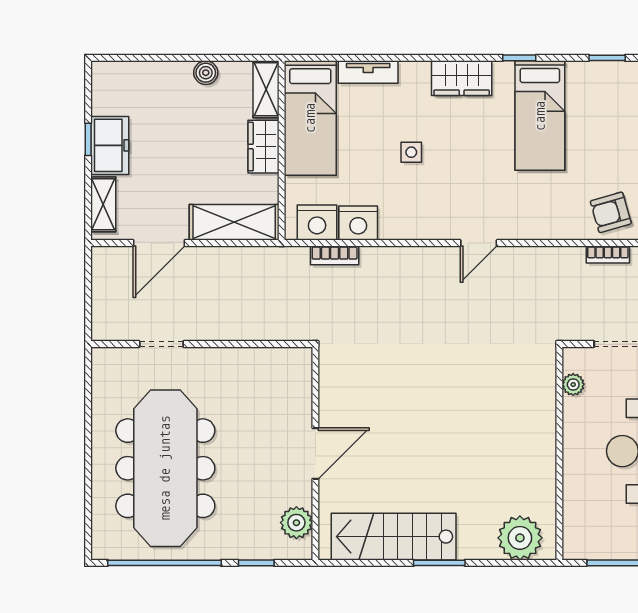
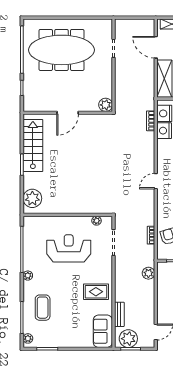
door: (479, 243) -> (156, 181), hinge flipped
door: (315, 453) -> (68, 113), hinge flipped
plant: (296, 523) -> (106, 105), moved

